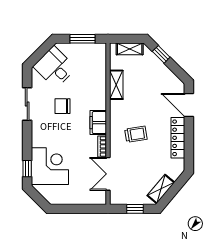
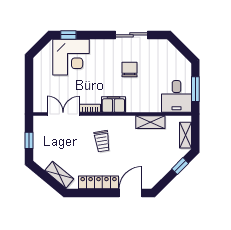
desk: (55, 67) -> (176, 96), moved, turned 135
shelving: (161, 189) -> (59, 175), moved

